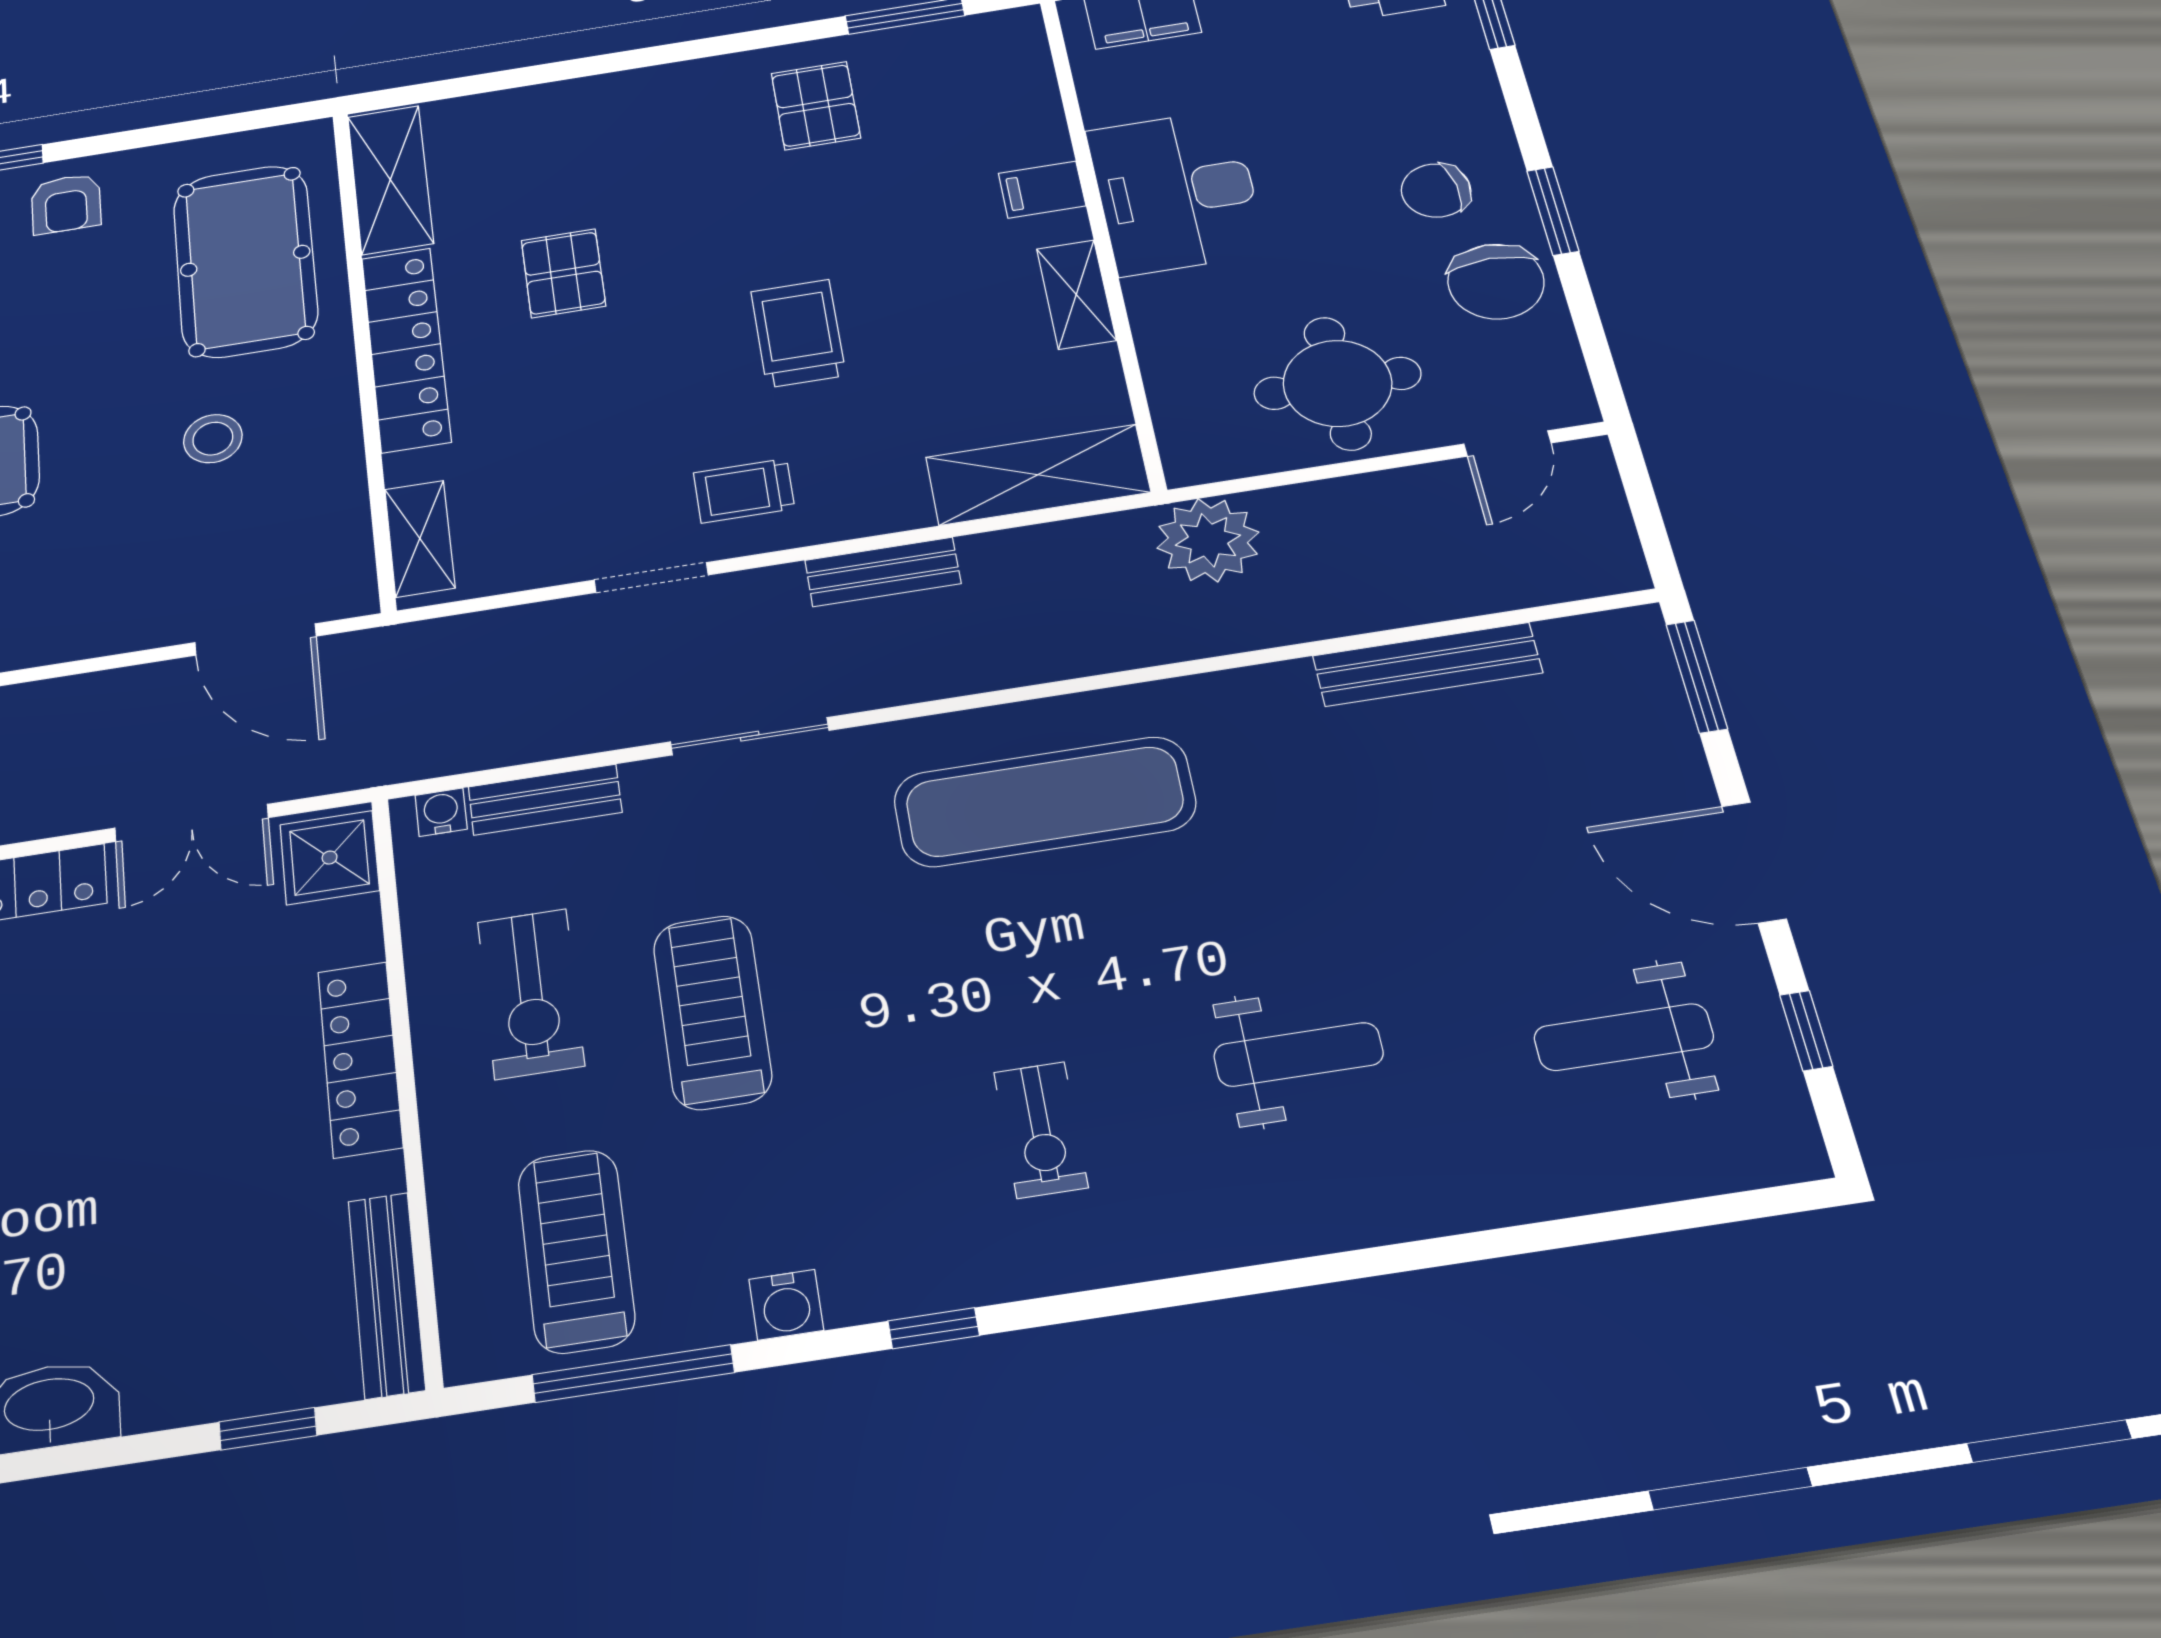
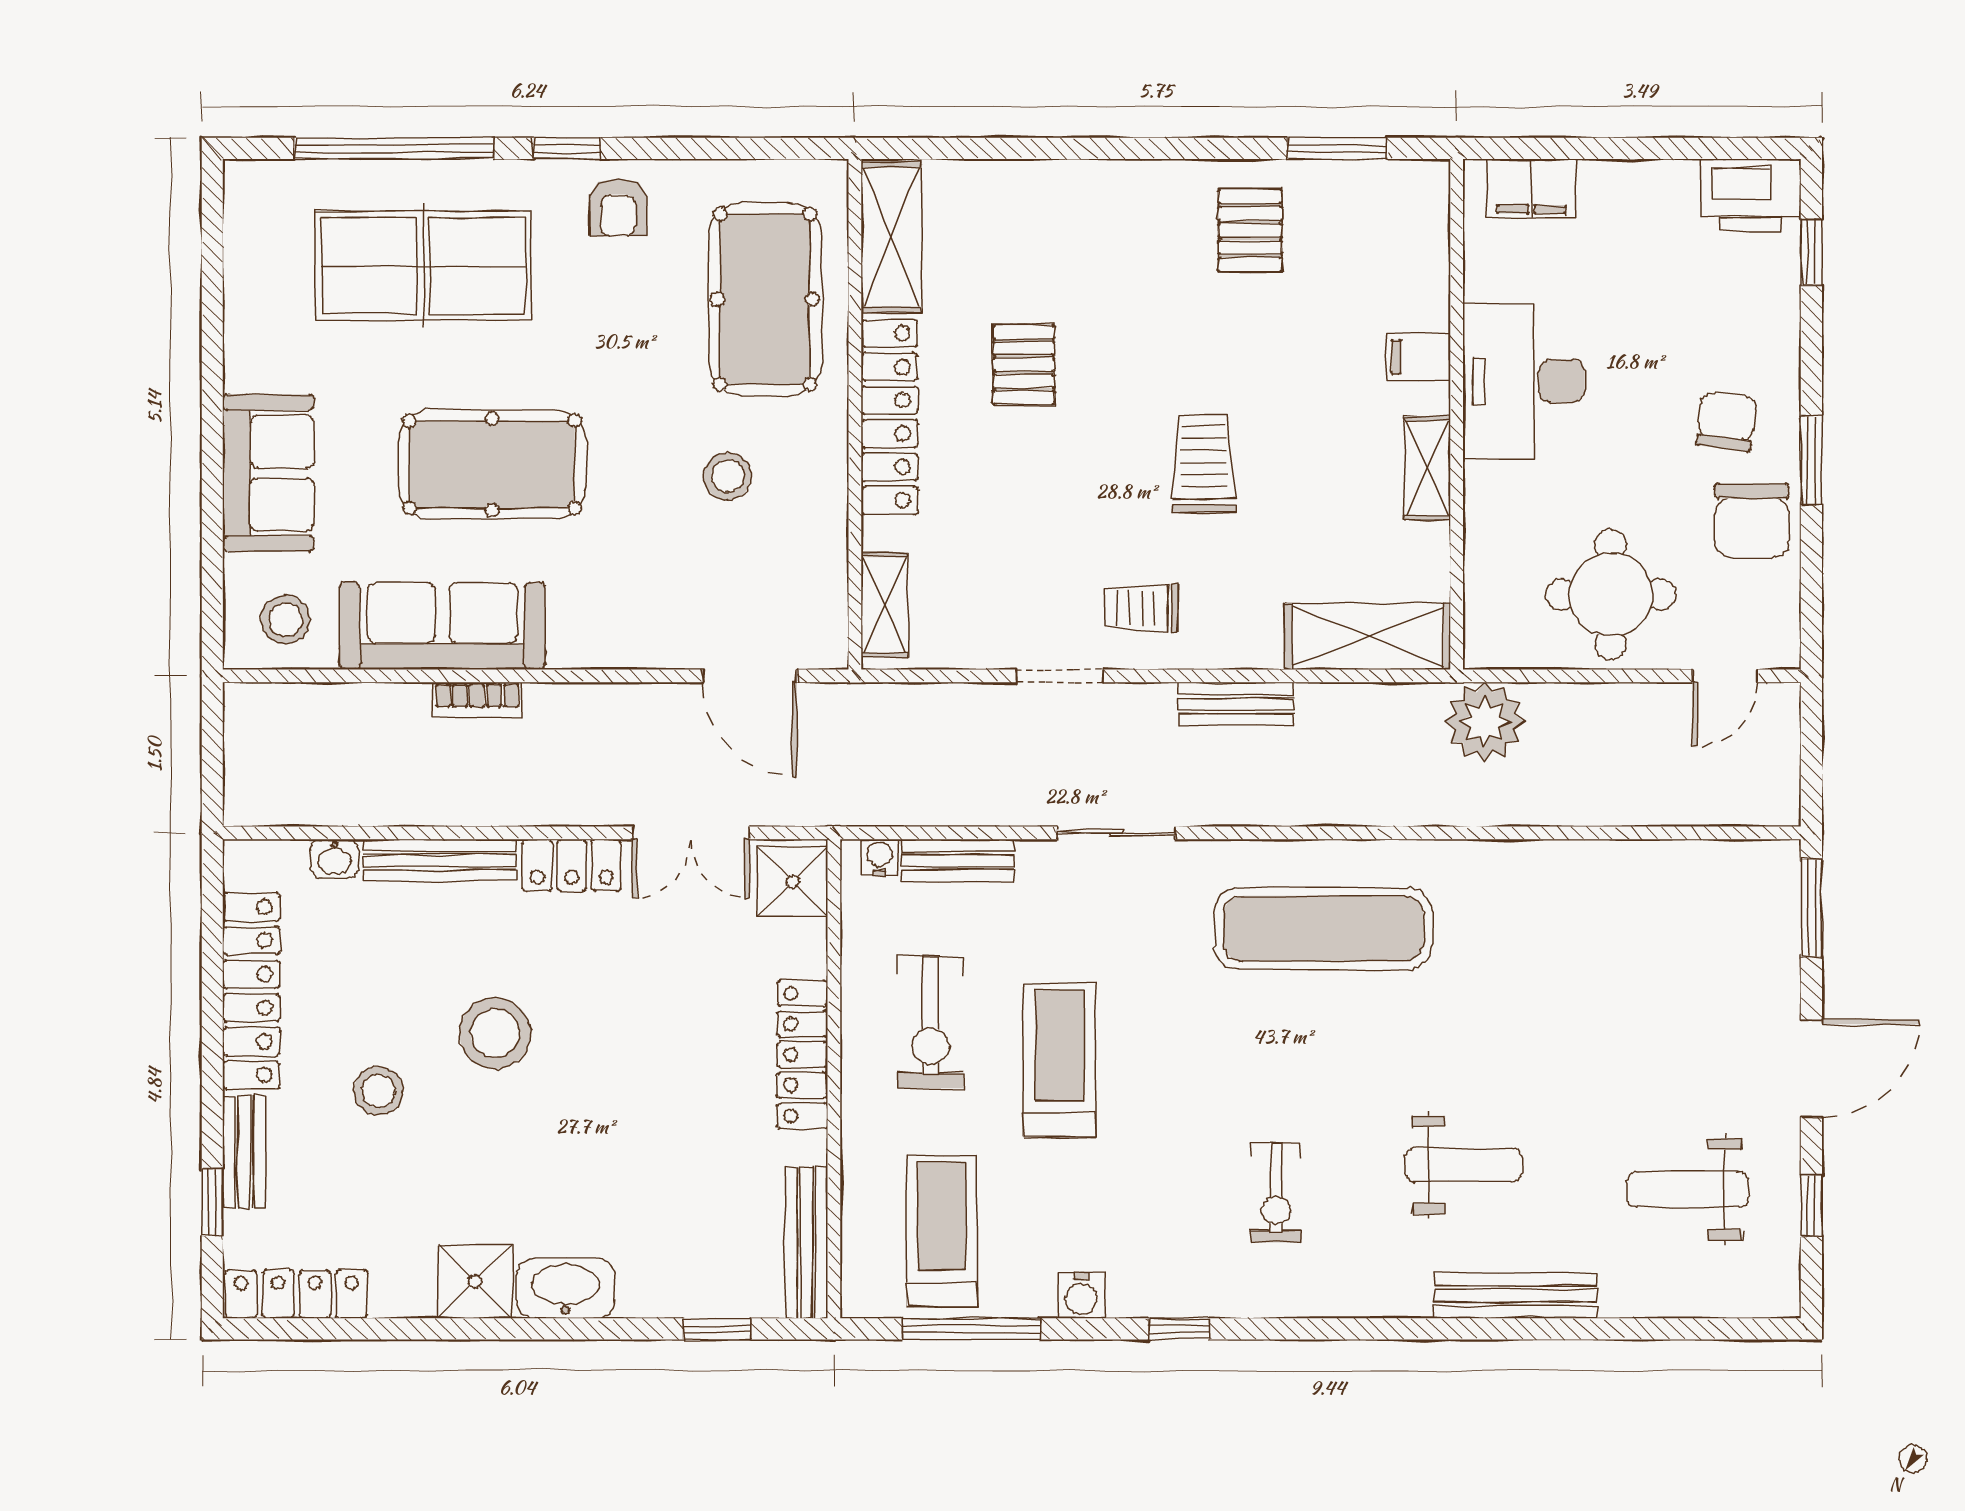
chair: (1436, 190) -> (1726, 421), turned 104
bench: (1427, 664) -> (1515, 1296), moved
door: (1754, 862) -> (1811, 1068), swing flipped

